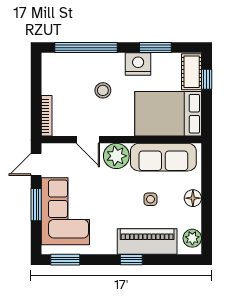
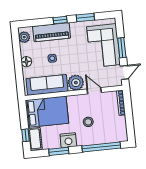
window: (65, 260) -> (85, 17), moved

